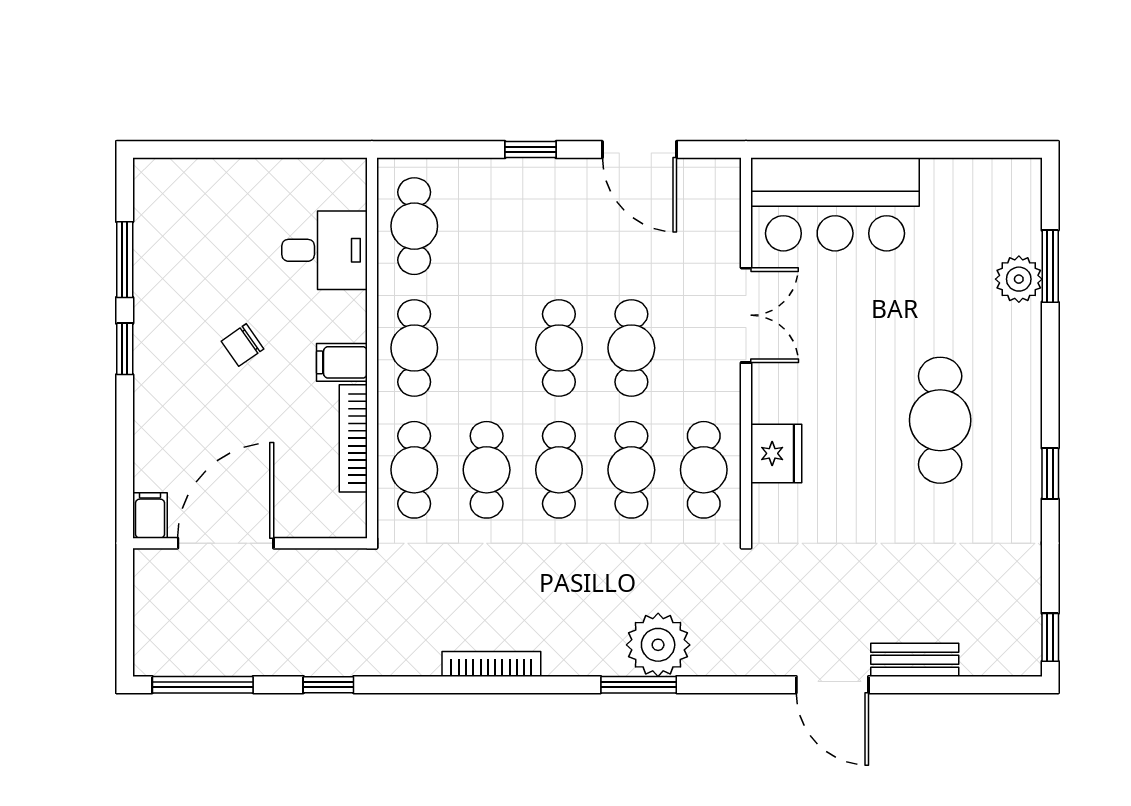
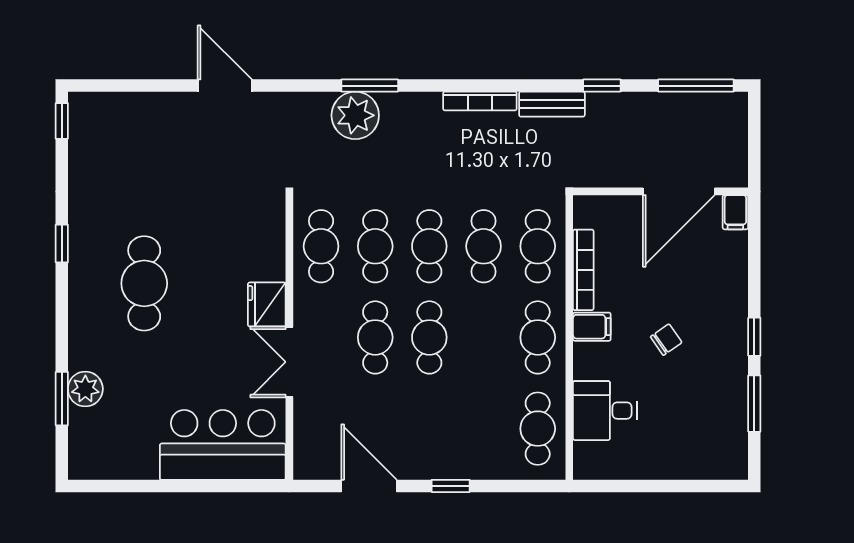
fridge: (776, 453) -> (267, 304), moved
bench: (915, 660) -> (552, 104), moved

